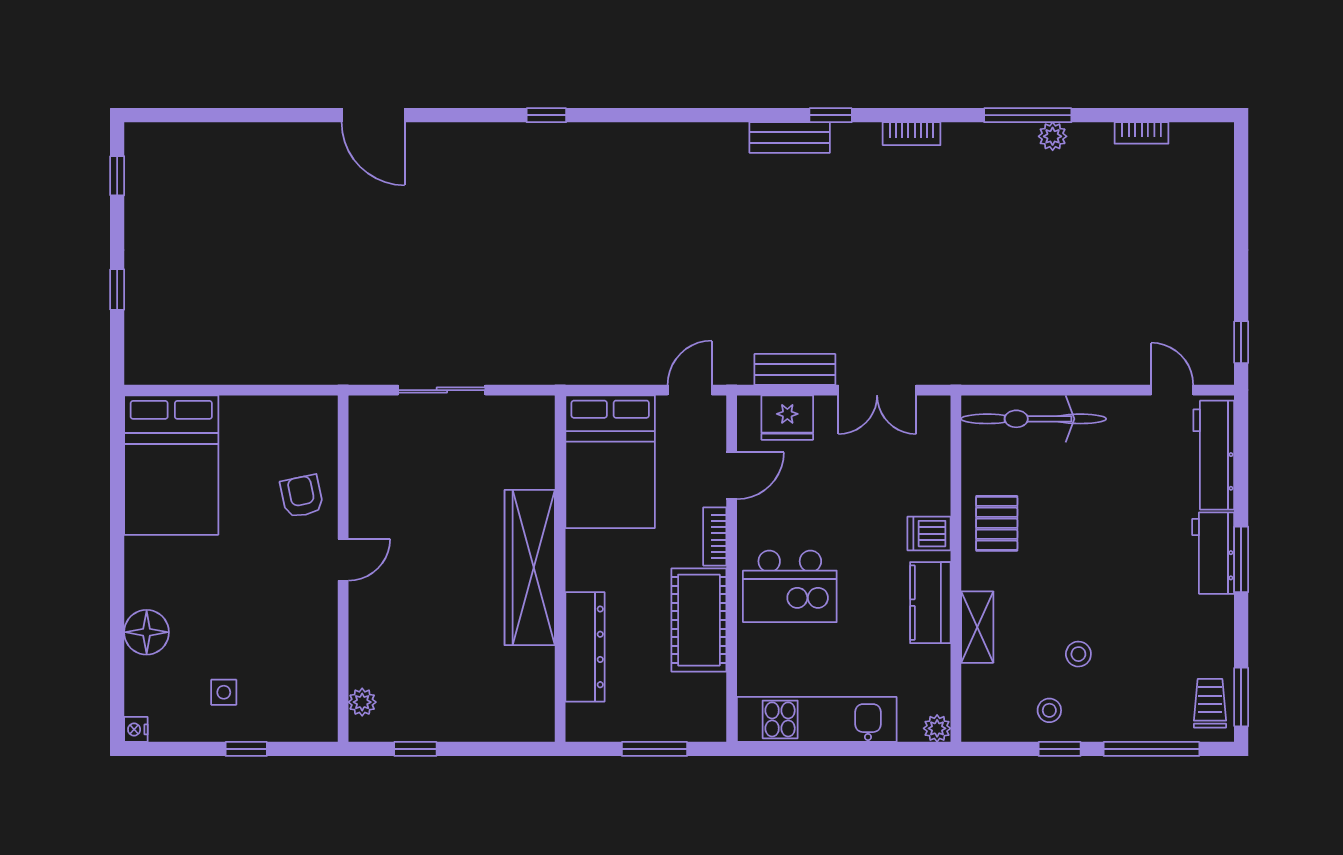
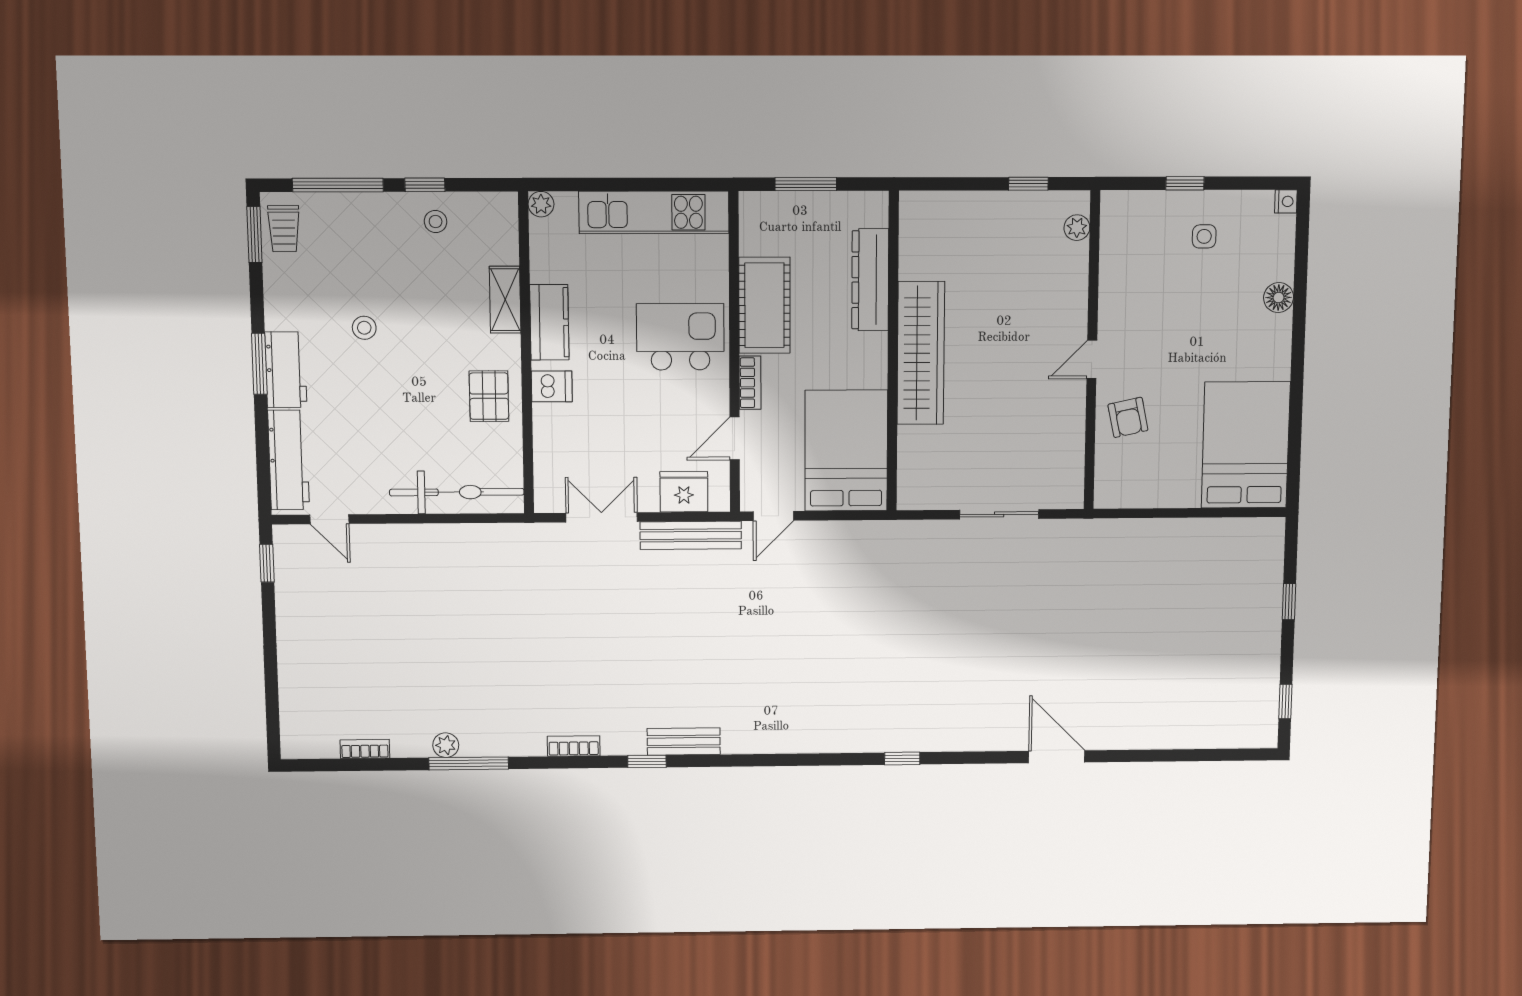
bench: (795, 369) -> (691, 535), width x1.36
floor lamp: (147, 632) -> (1279, 298), width x0.73, depth x0.73
stool: (1078, 654) -> (364, 328), moved

